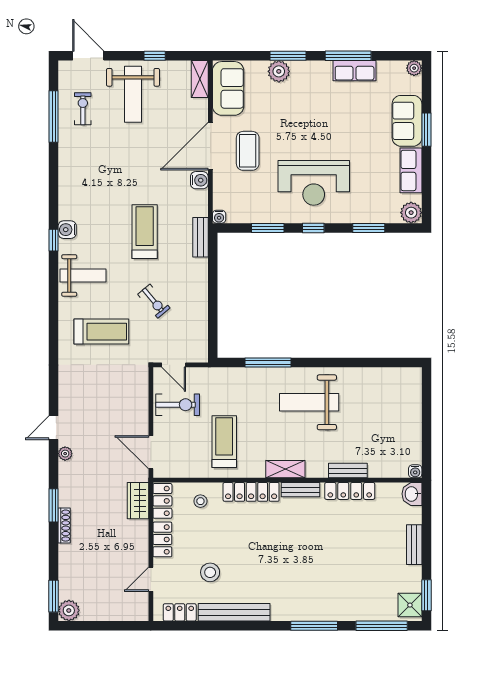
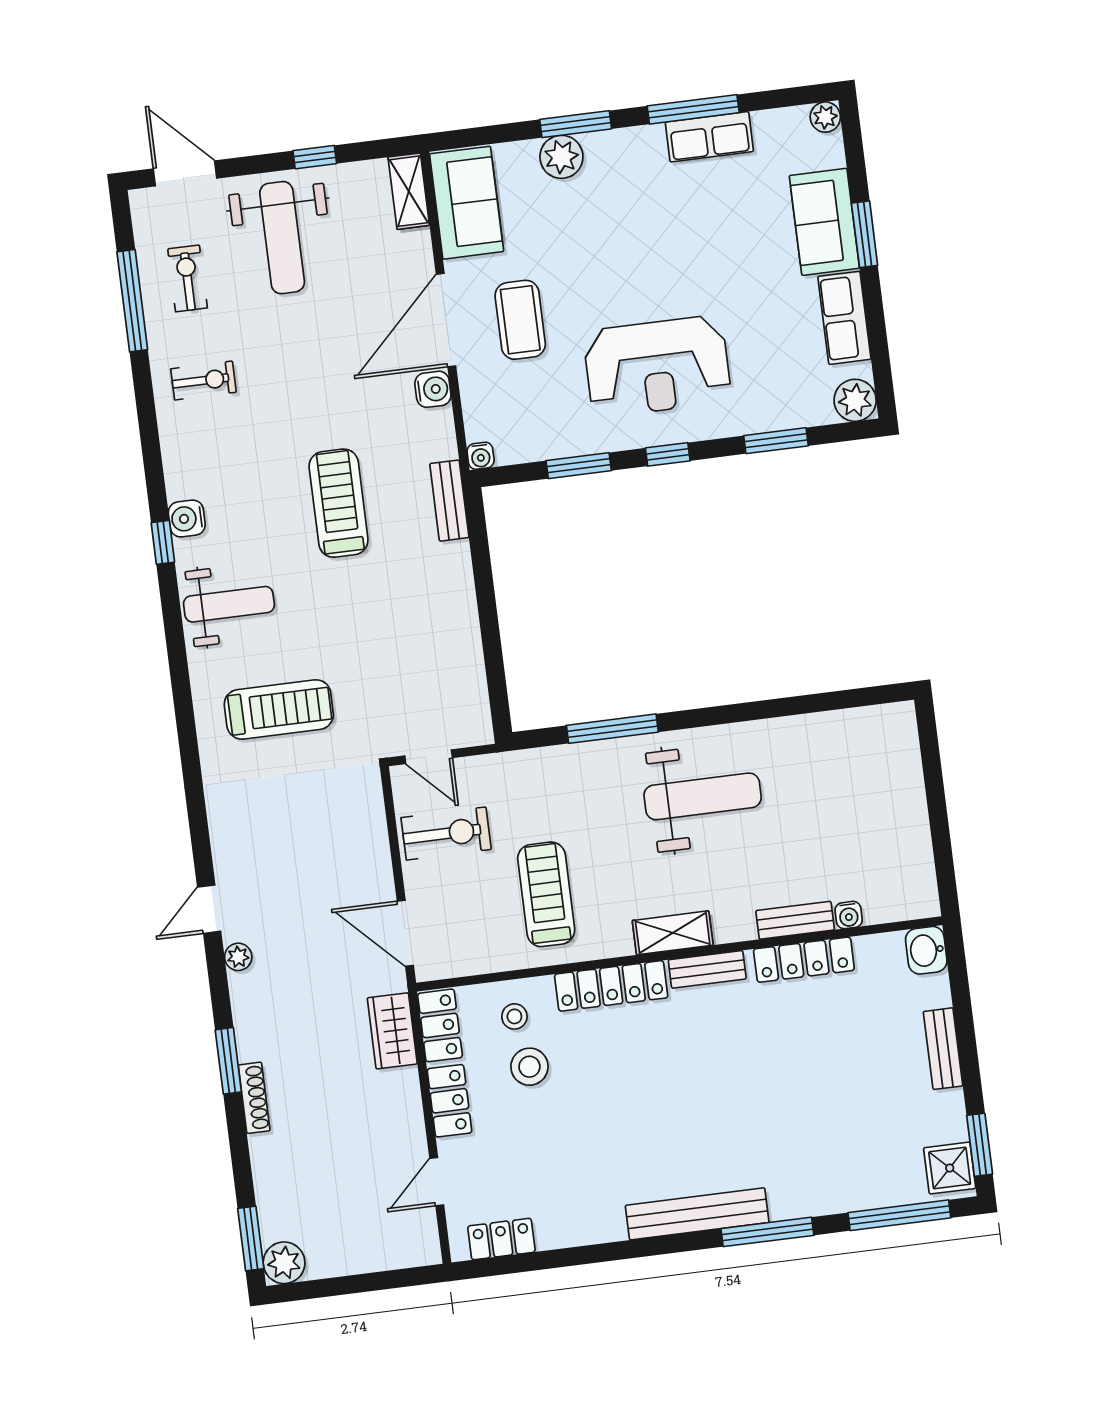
exercise bike: (154, 301) -> (204, 380), moved, turned -50
weight bench: (309, 402) -> (703, 796), turned 180
water cooler: (415, 471) -> (849, 915), moved
stool: (210, 572) -> (529, 1067), moved
bench: (234, 612) -> (697, 1214), moved

